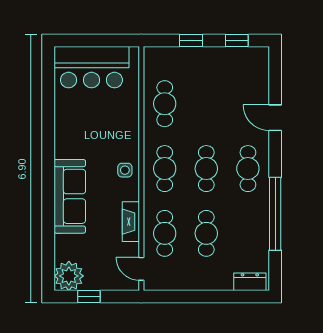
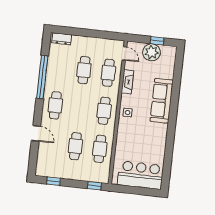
window: (191, 41) -> (94, 186), moved
cafe table: (206, 169) -> (75, 146), moved
plant: (69, 276) -> (152, 52), moved

